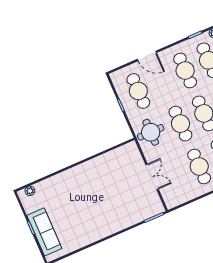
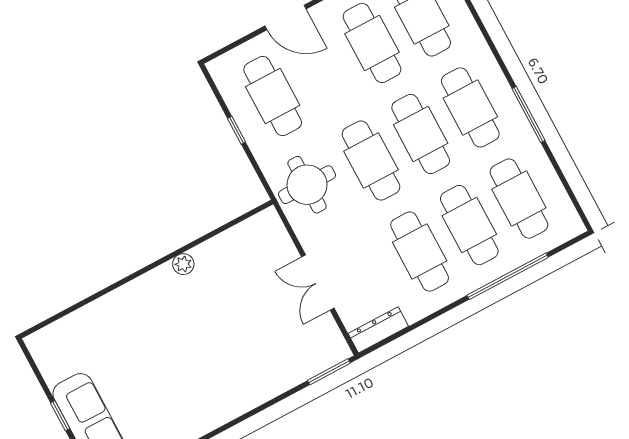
double door: (152, 177) -> (318, 282), swing flipped
plant: (30, 191) -> (183, 264), moved
dresser: (178, 200) -> (378, 330), added

